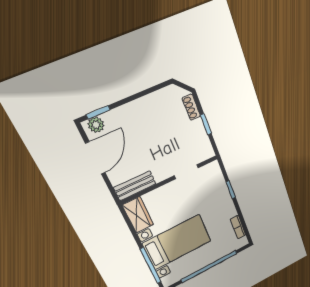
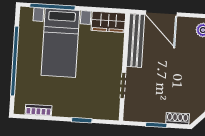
door: (95, 158) -> (161, 13), moved
bench: (135, 186) -> (136, 41), width x1.36

